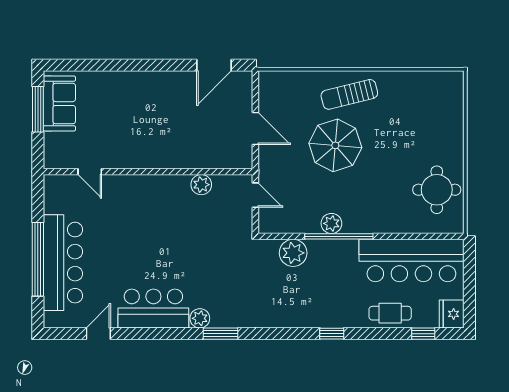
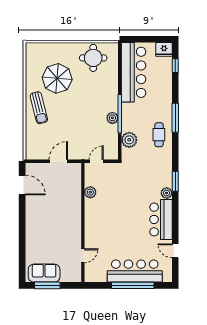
parasol: (335, 145) -> (57, 78), moved
cafe table: (390, 313) -> (159, 135), moved
window: (332, 334) -> (175, 118), width x2.17

